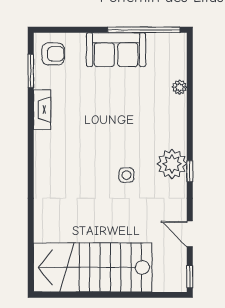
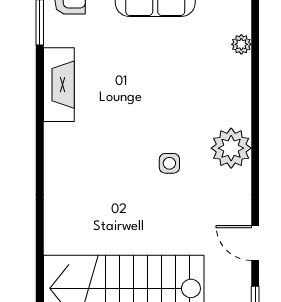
fireplace: (42, 110) -> (59, 85), width x1.37, depth x1.32
window: (190, 171) -> (255, 158), removed

